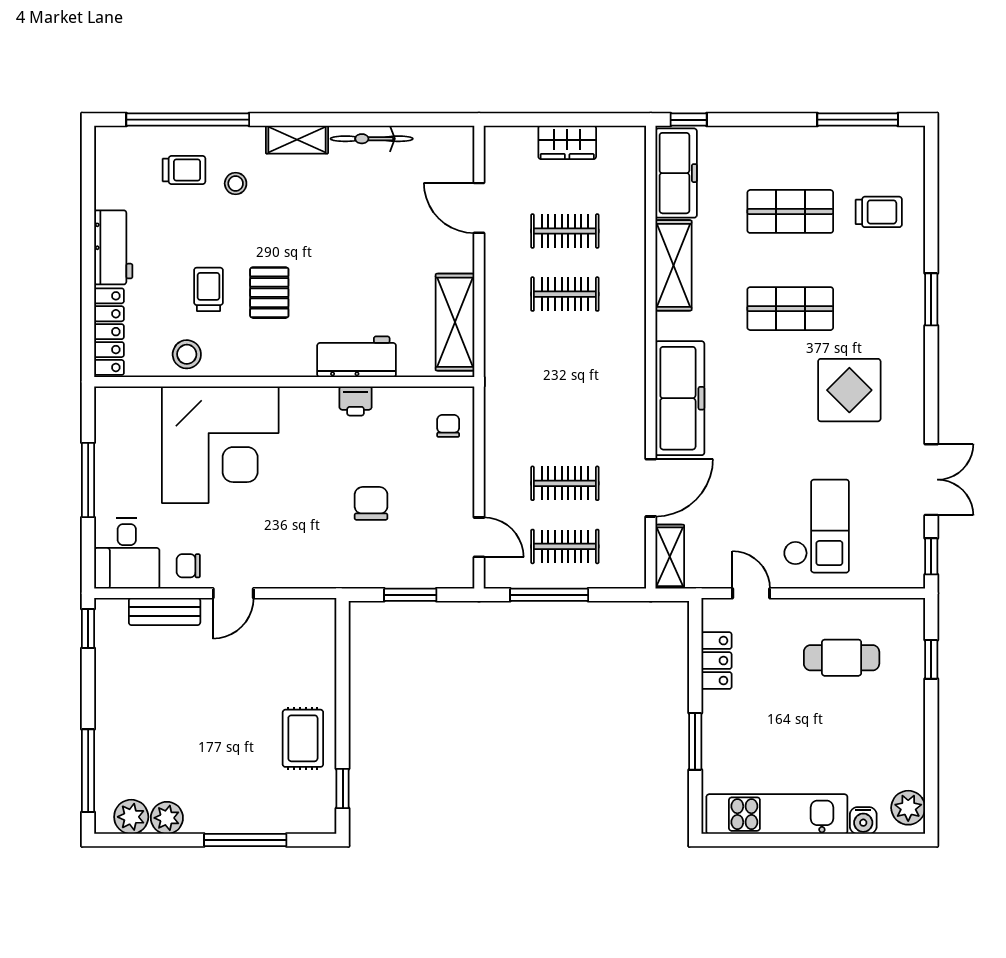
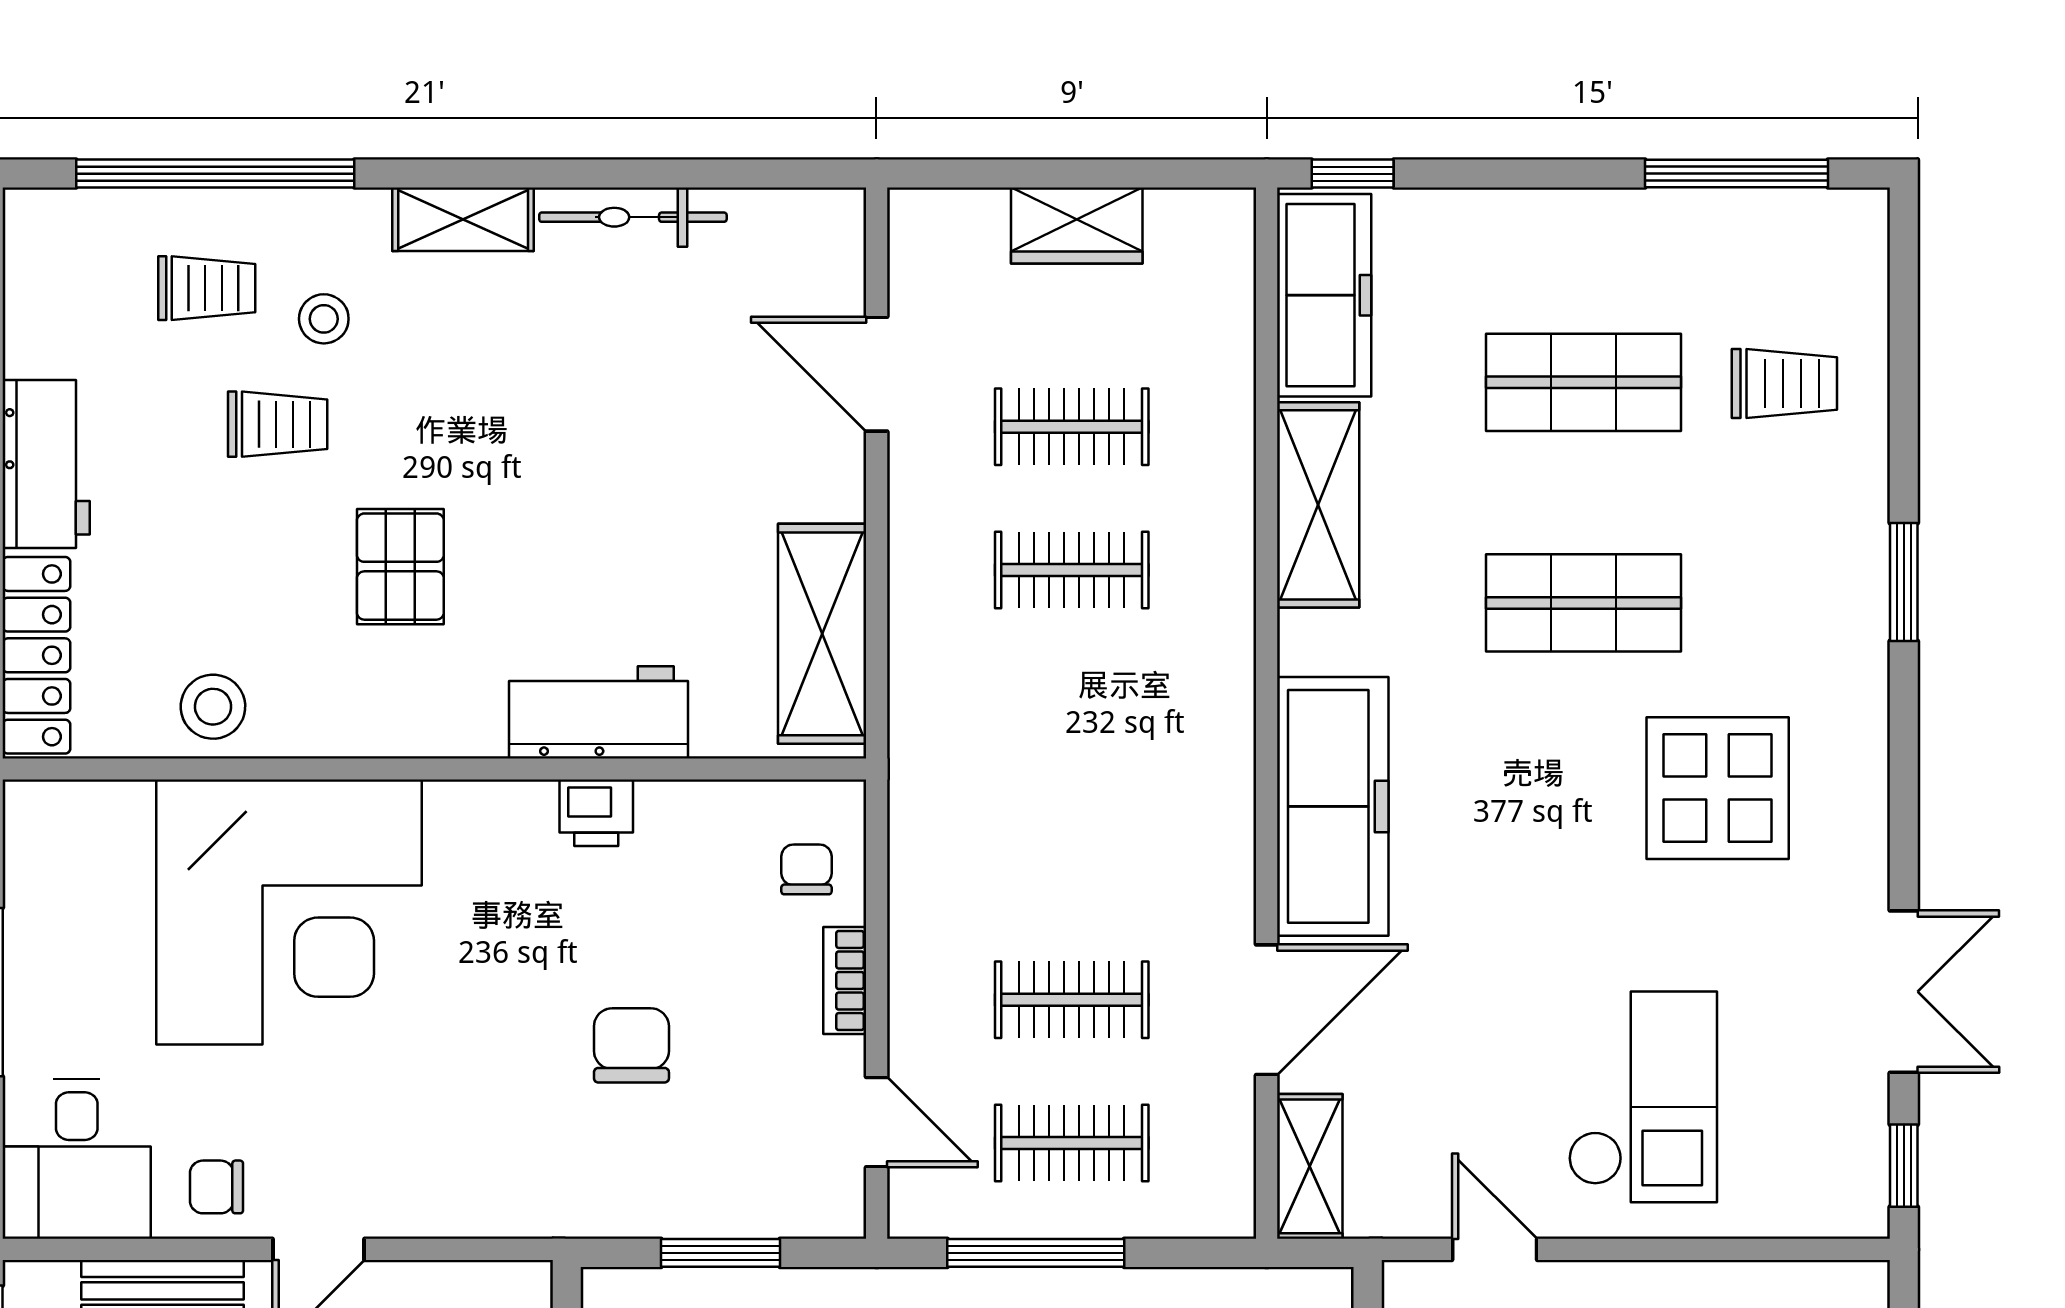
trolley: (208, 289) -> (278, 424), moved, turned 90
bookcase: (465, 475) -> (845, 981), added

